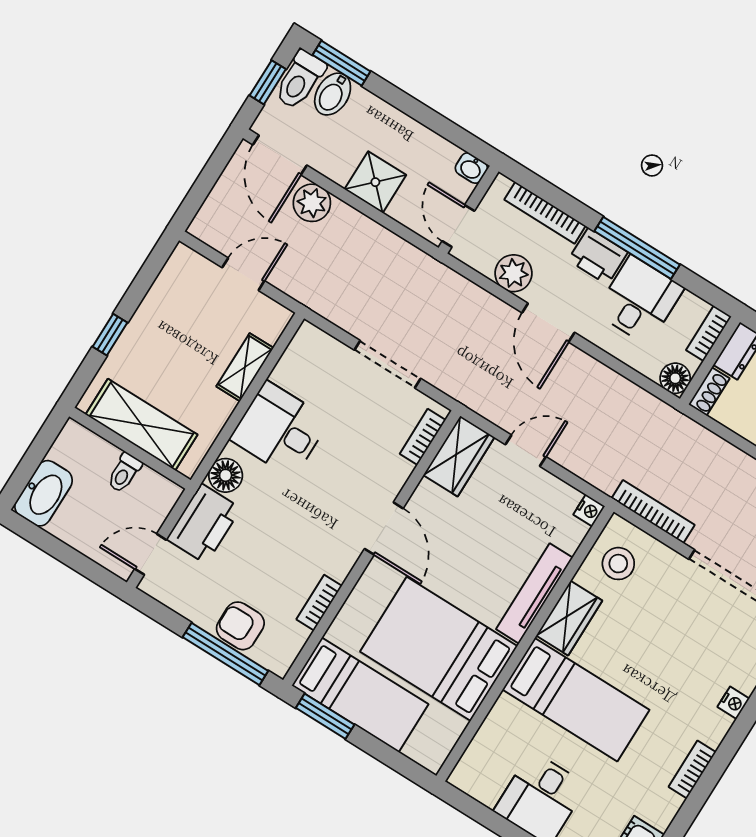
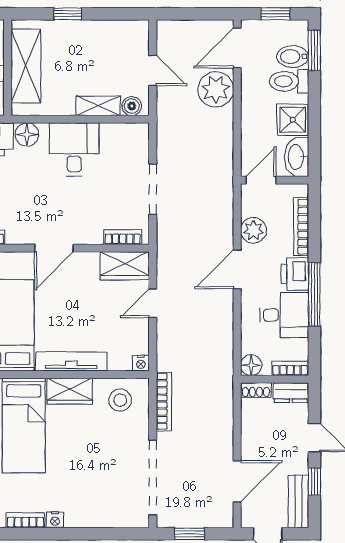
toilet: (300, 80) -> (289, 81), moved
washbasin: (471, 168) -> (297, 157), width x1.91, depth x1.45
shower: (375, 182) -> (293, 120), moved
plant: (312, 203) -> (216, 89), width x1.36, depth x1.36
boiler: (271, 327) -> (132, 106), added
door: (526, 451) -> (153, 303), swing flipped
nightstand: (733, 703) -> (55, 520), moved

